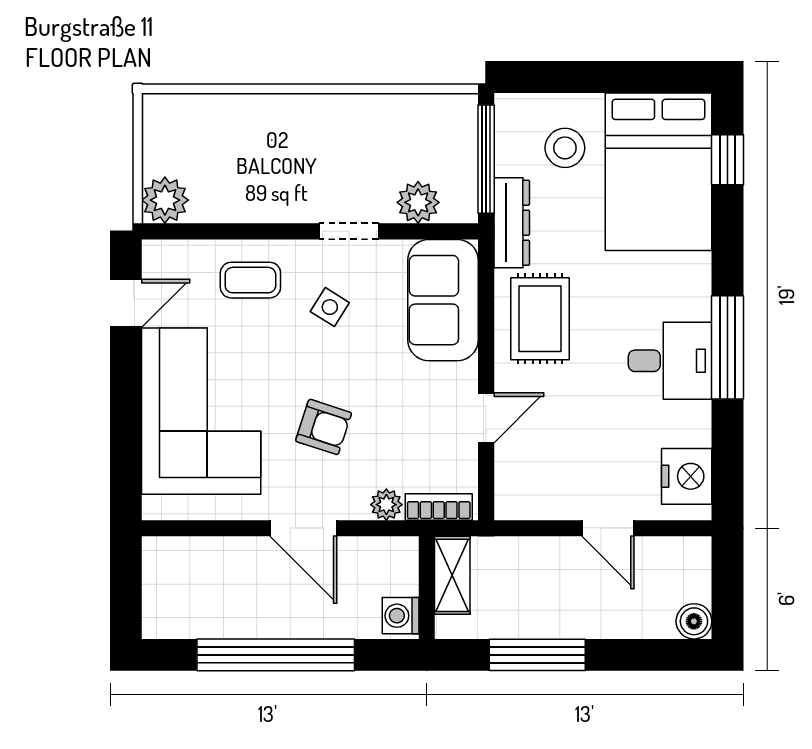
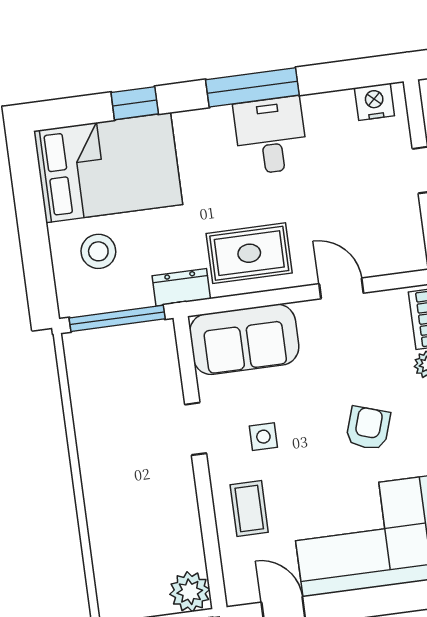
window: (728, 160) -> (135, 103), moved
plant: (418, 202) -> (163, 372), removed
dresser: (512, 223) -> (181, 287), width x0.70
side table: (330, 307) -> (263, 437), turned -32
nightstand: (687, 476) -> (374, 102), width x0.74, depth x0.75

